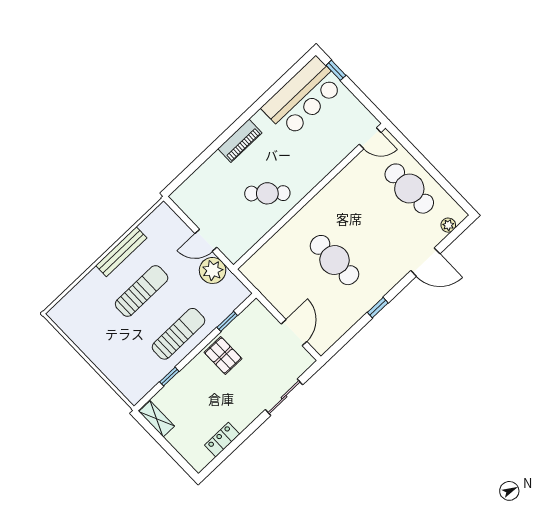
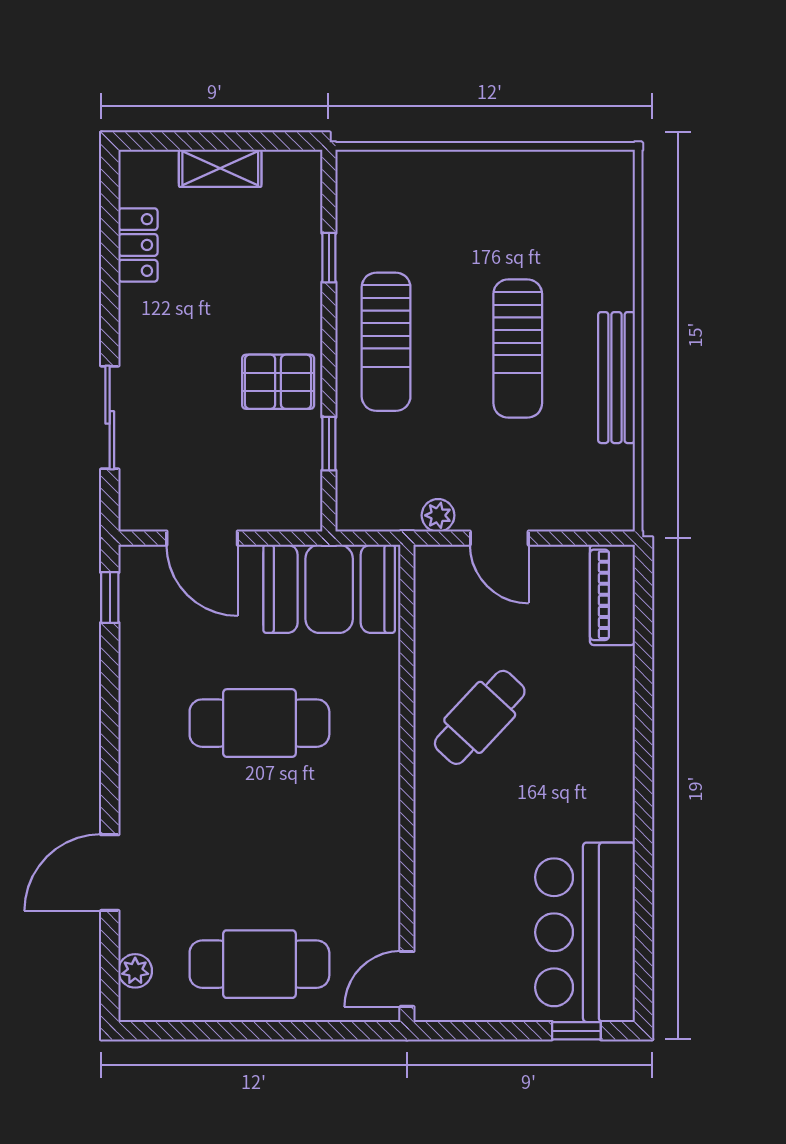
piano: (240, 141) -> (612, 595), moved
door: (206, 240) -> (499, 538), swing flipped
plant: (213, 270) -> (438, 515), width x0.53, depth x0.53
booth: (272, 278) -> (329, 589), added
window: (378, 308) -> (110, 597), moved
shelving: (157, 419) -> (220, 168), moved

